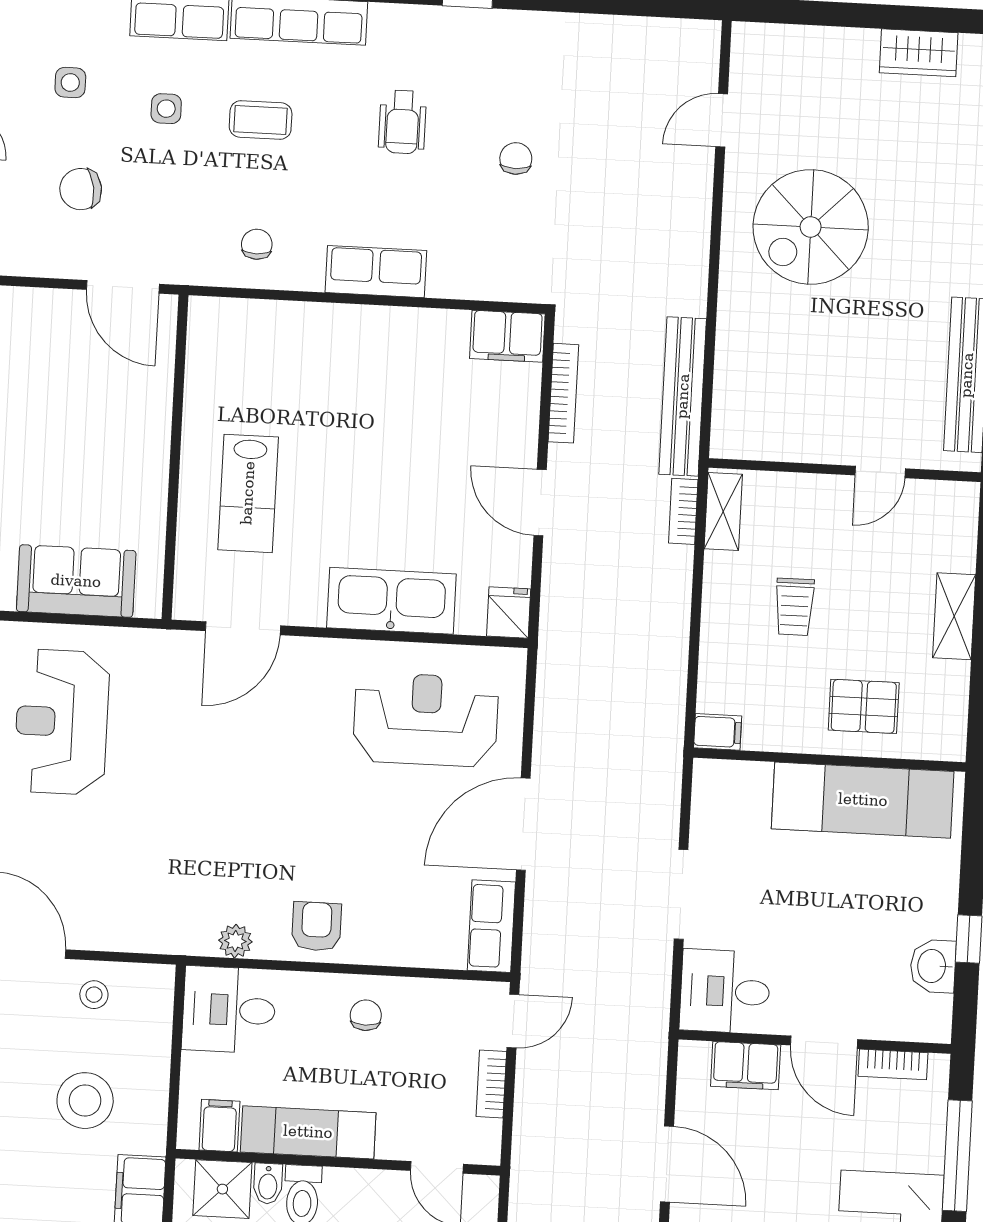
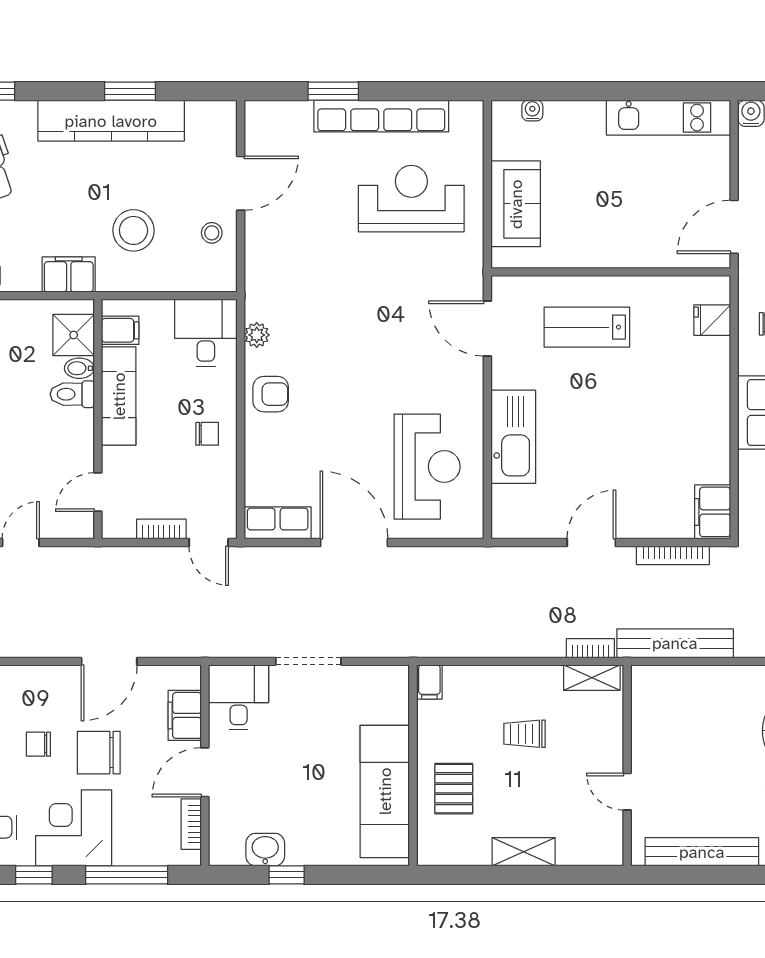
fridge: (509, 612) -> (712, 320), moved, turned 180
chair: (790, 1185) -> (99, 753), added

